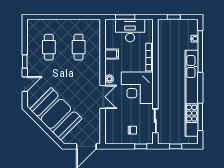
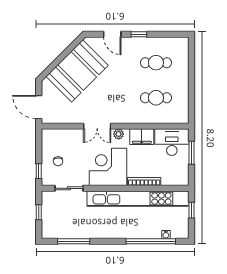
desk: (130, 31) -> (172, 142), moved, turned -90
filing cabinet: (112, 54) -> (142, 137), width x2.00
kitchen unit: (192, 93) -> (138, 199), moved, turned 180

